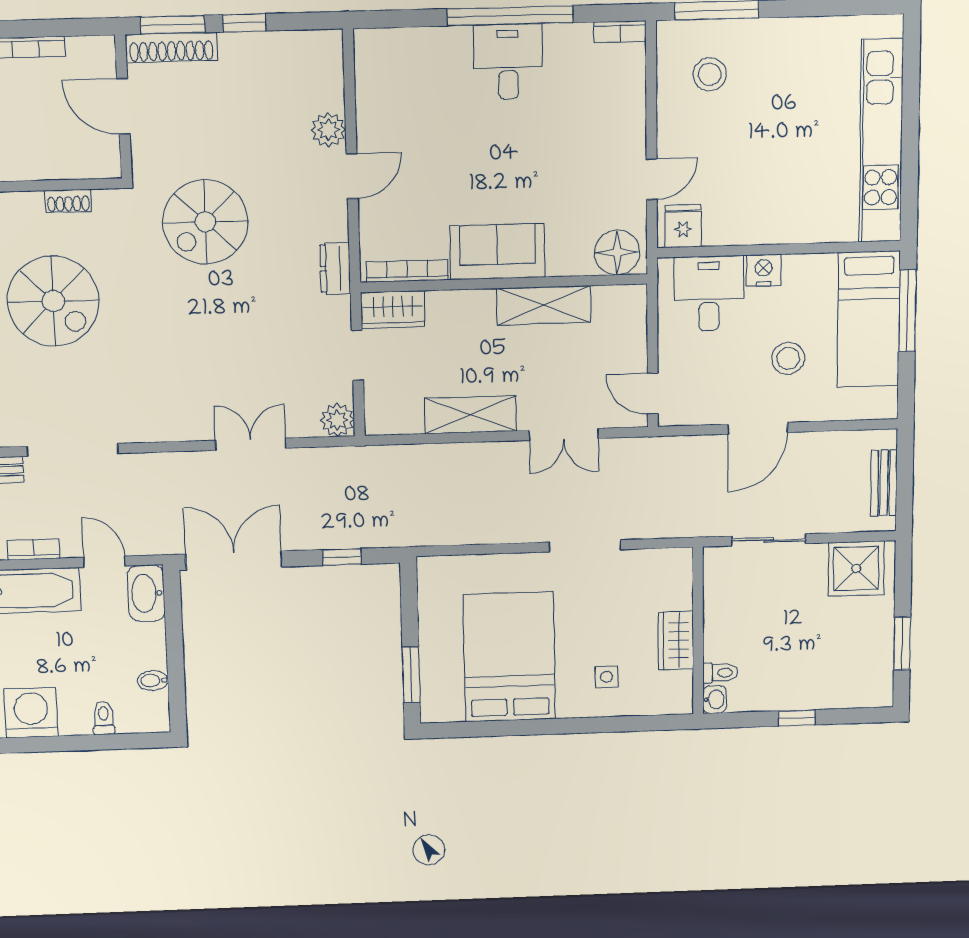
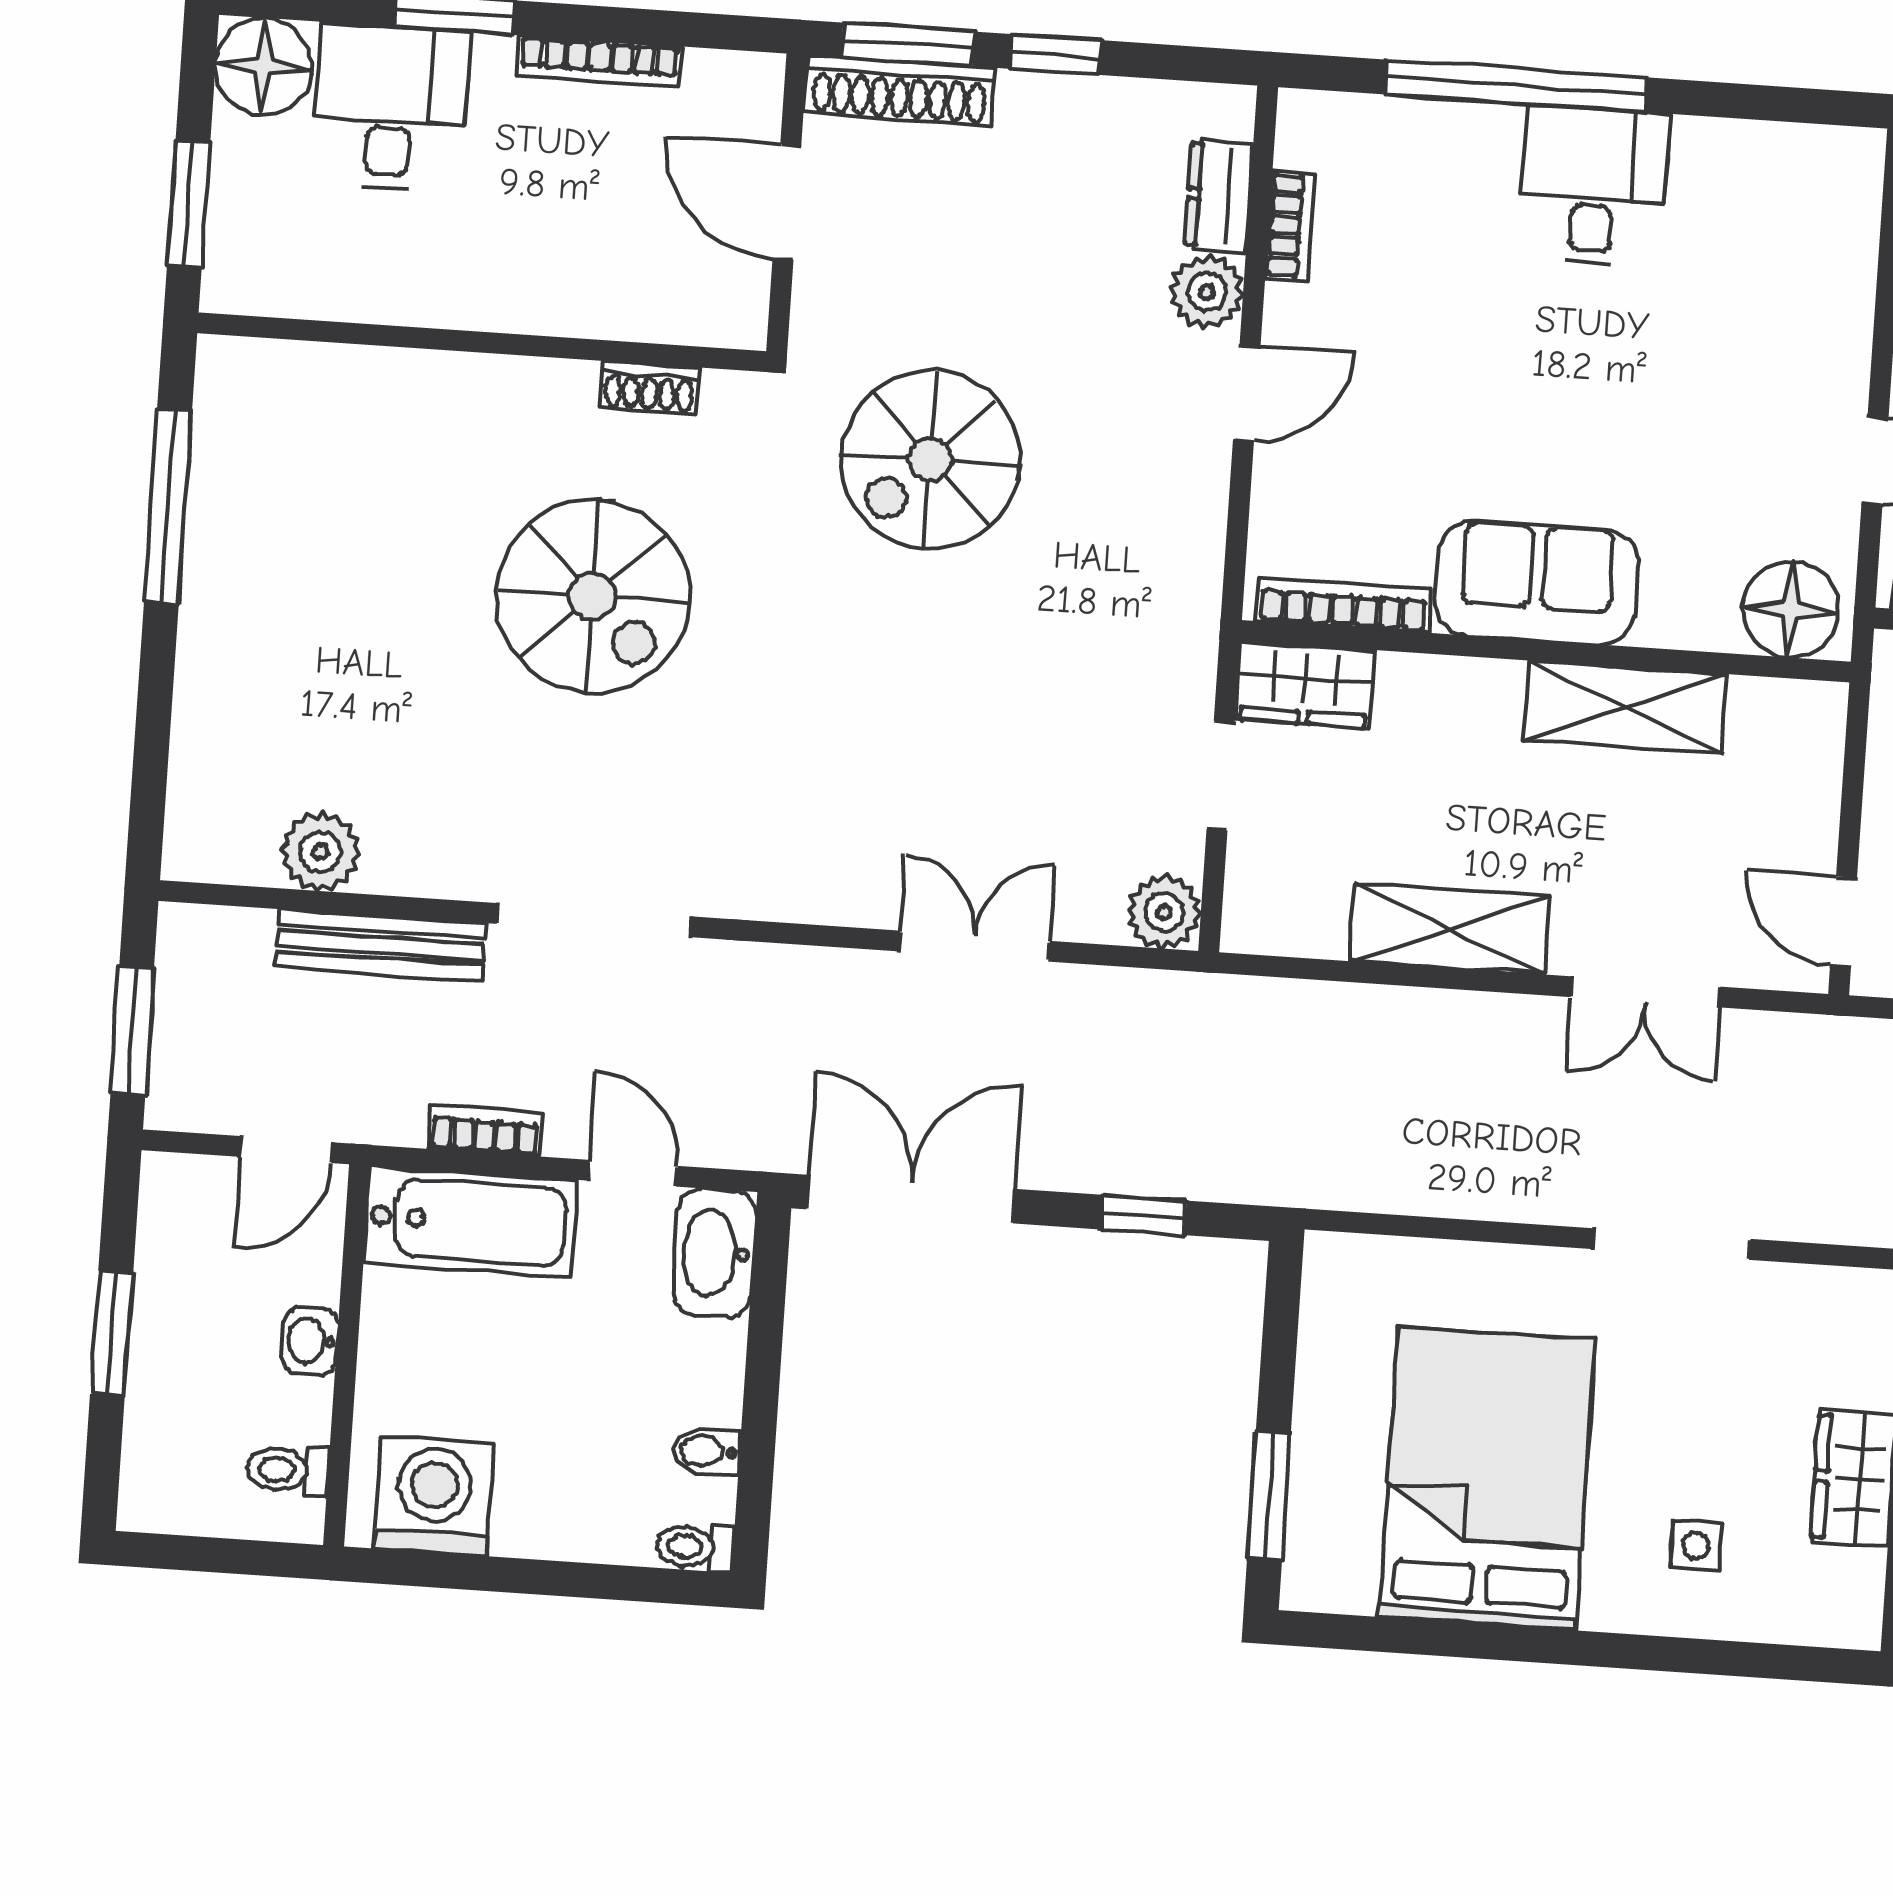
window: (510, 16) -> (1516, 86), moved
bookcase: (620, 32) -> (1290, 226), moved, turned -90
dresser: (335, 268) -> (1219, 196), moved
toilet: (104, 718) -> (695, 1547), moved, turned -90

